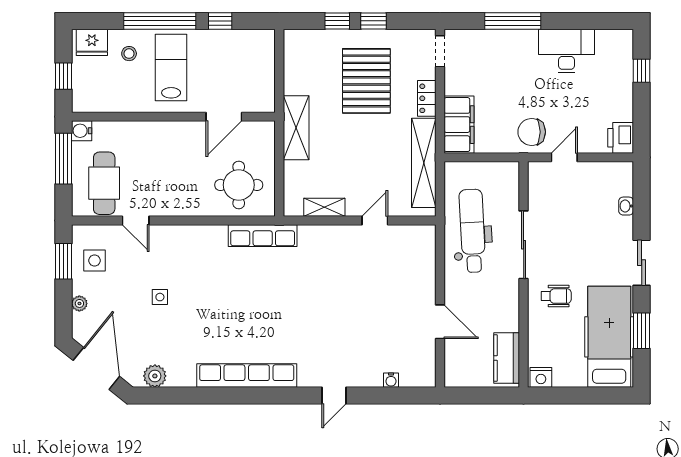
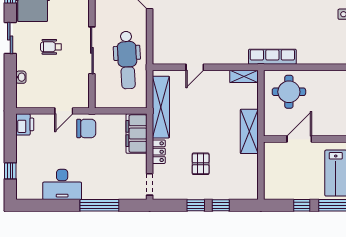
pallet: (366, 81) -> (201, 164), width x0.49, depth x0.50
shelving: (324, 207) -> (244, 76), moved
wheelchair: (556, 296) -> (51, 47), moved

